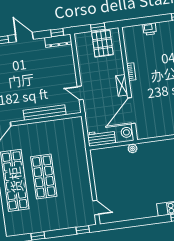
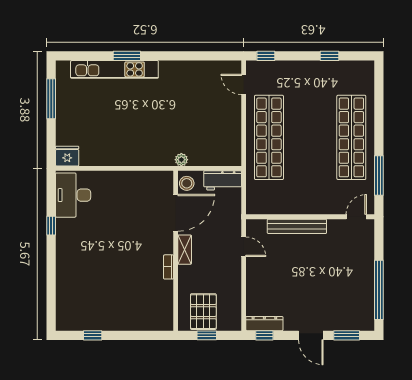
printer: (150, 29) -> (135, 323), removed
shop shelf: (44, 177) -> (269, 137), moved, width x1.40

